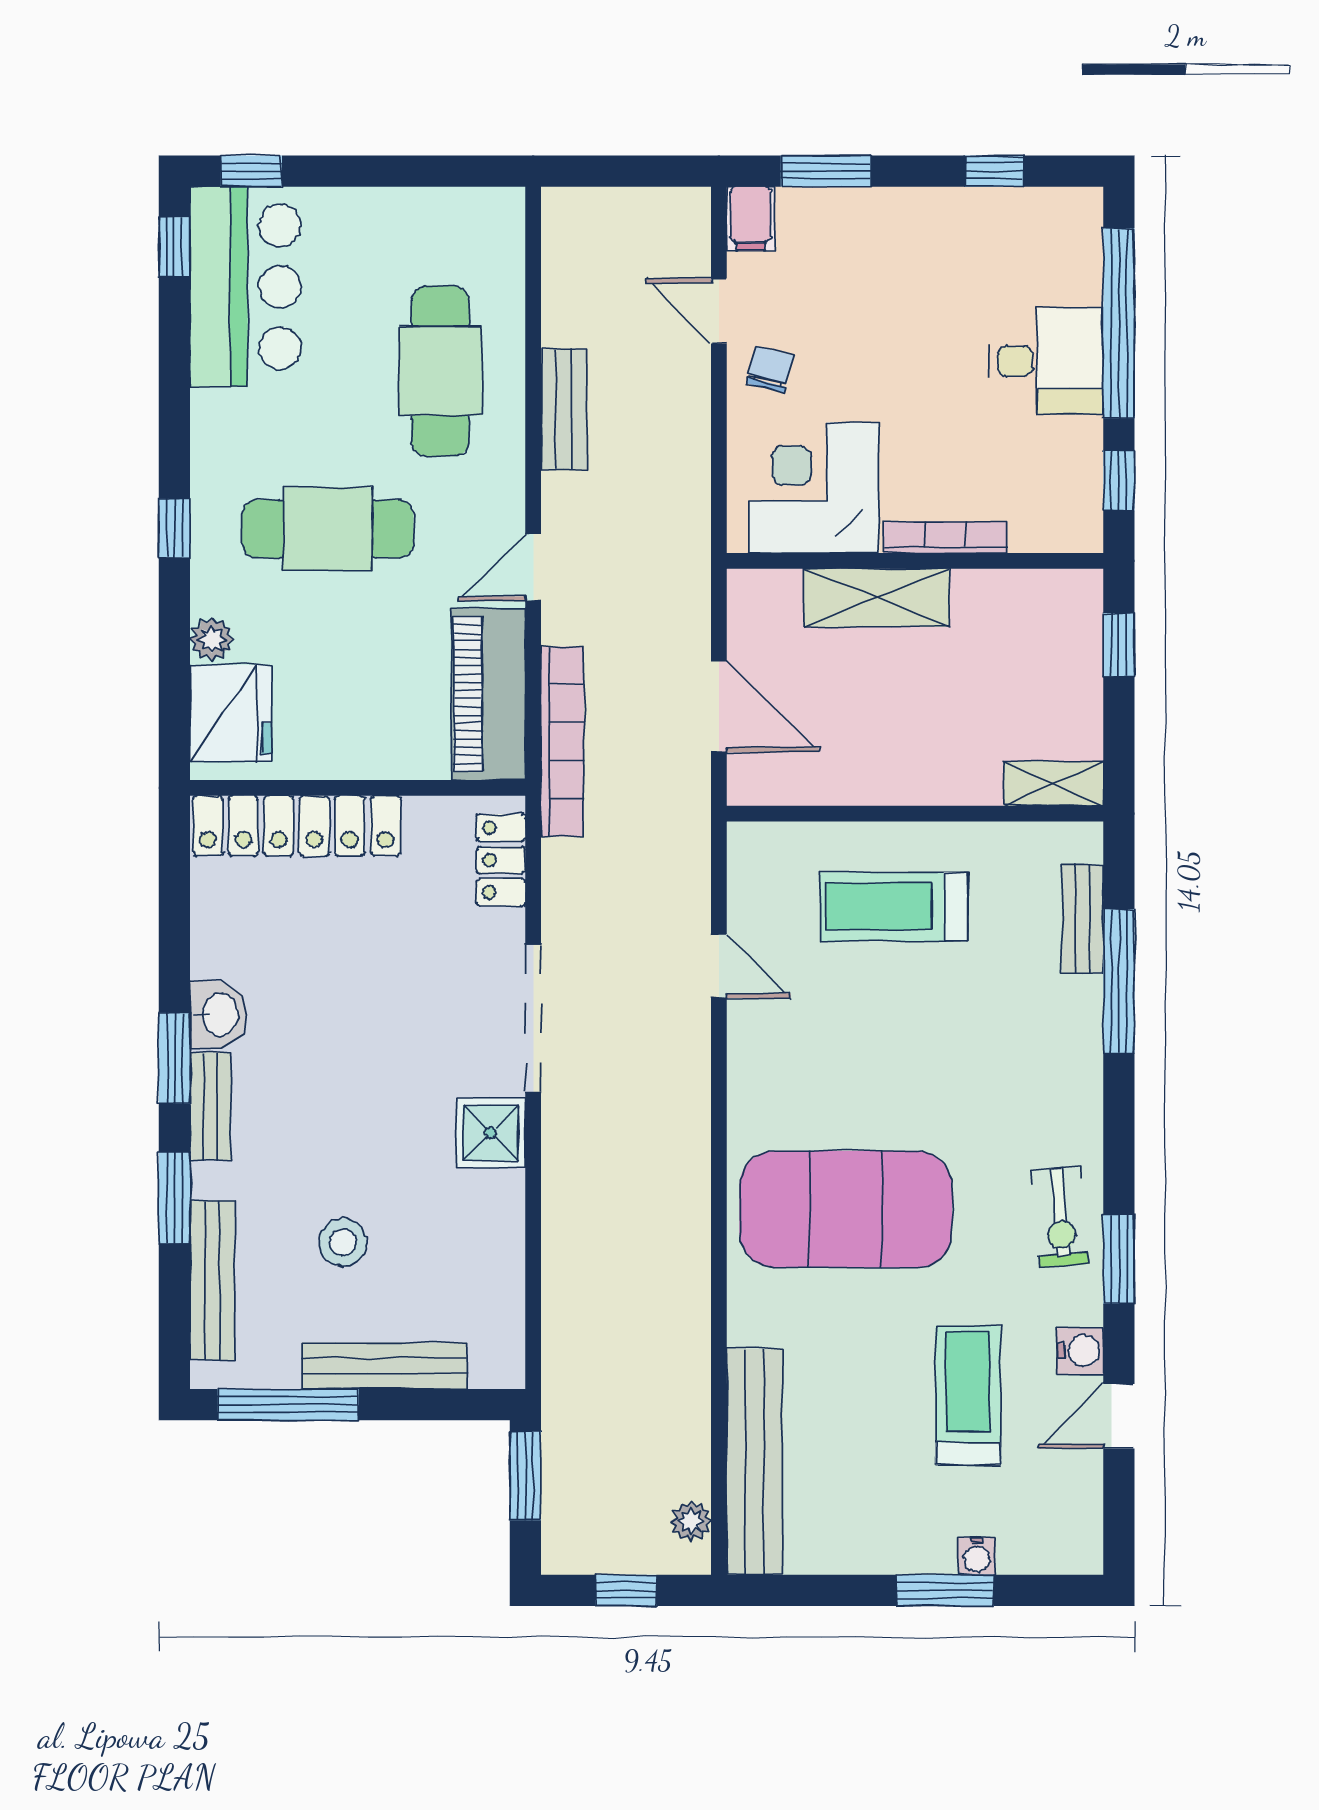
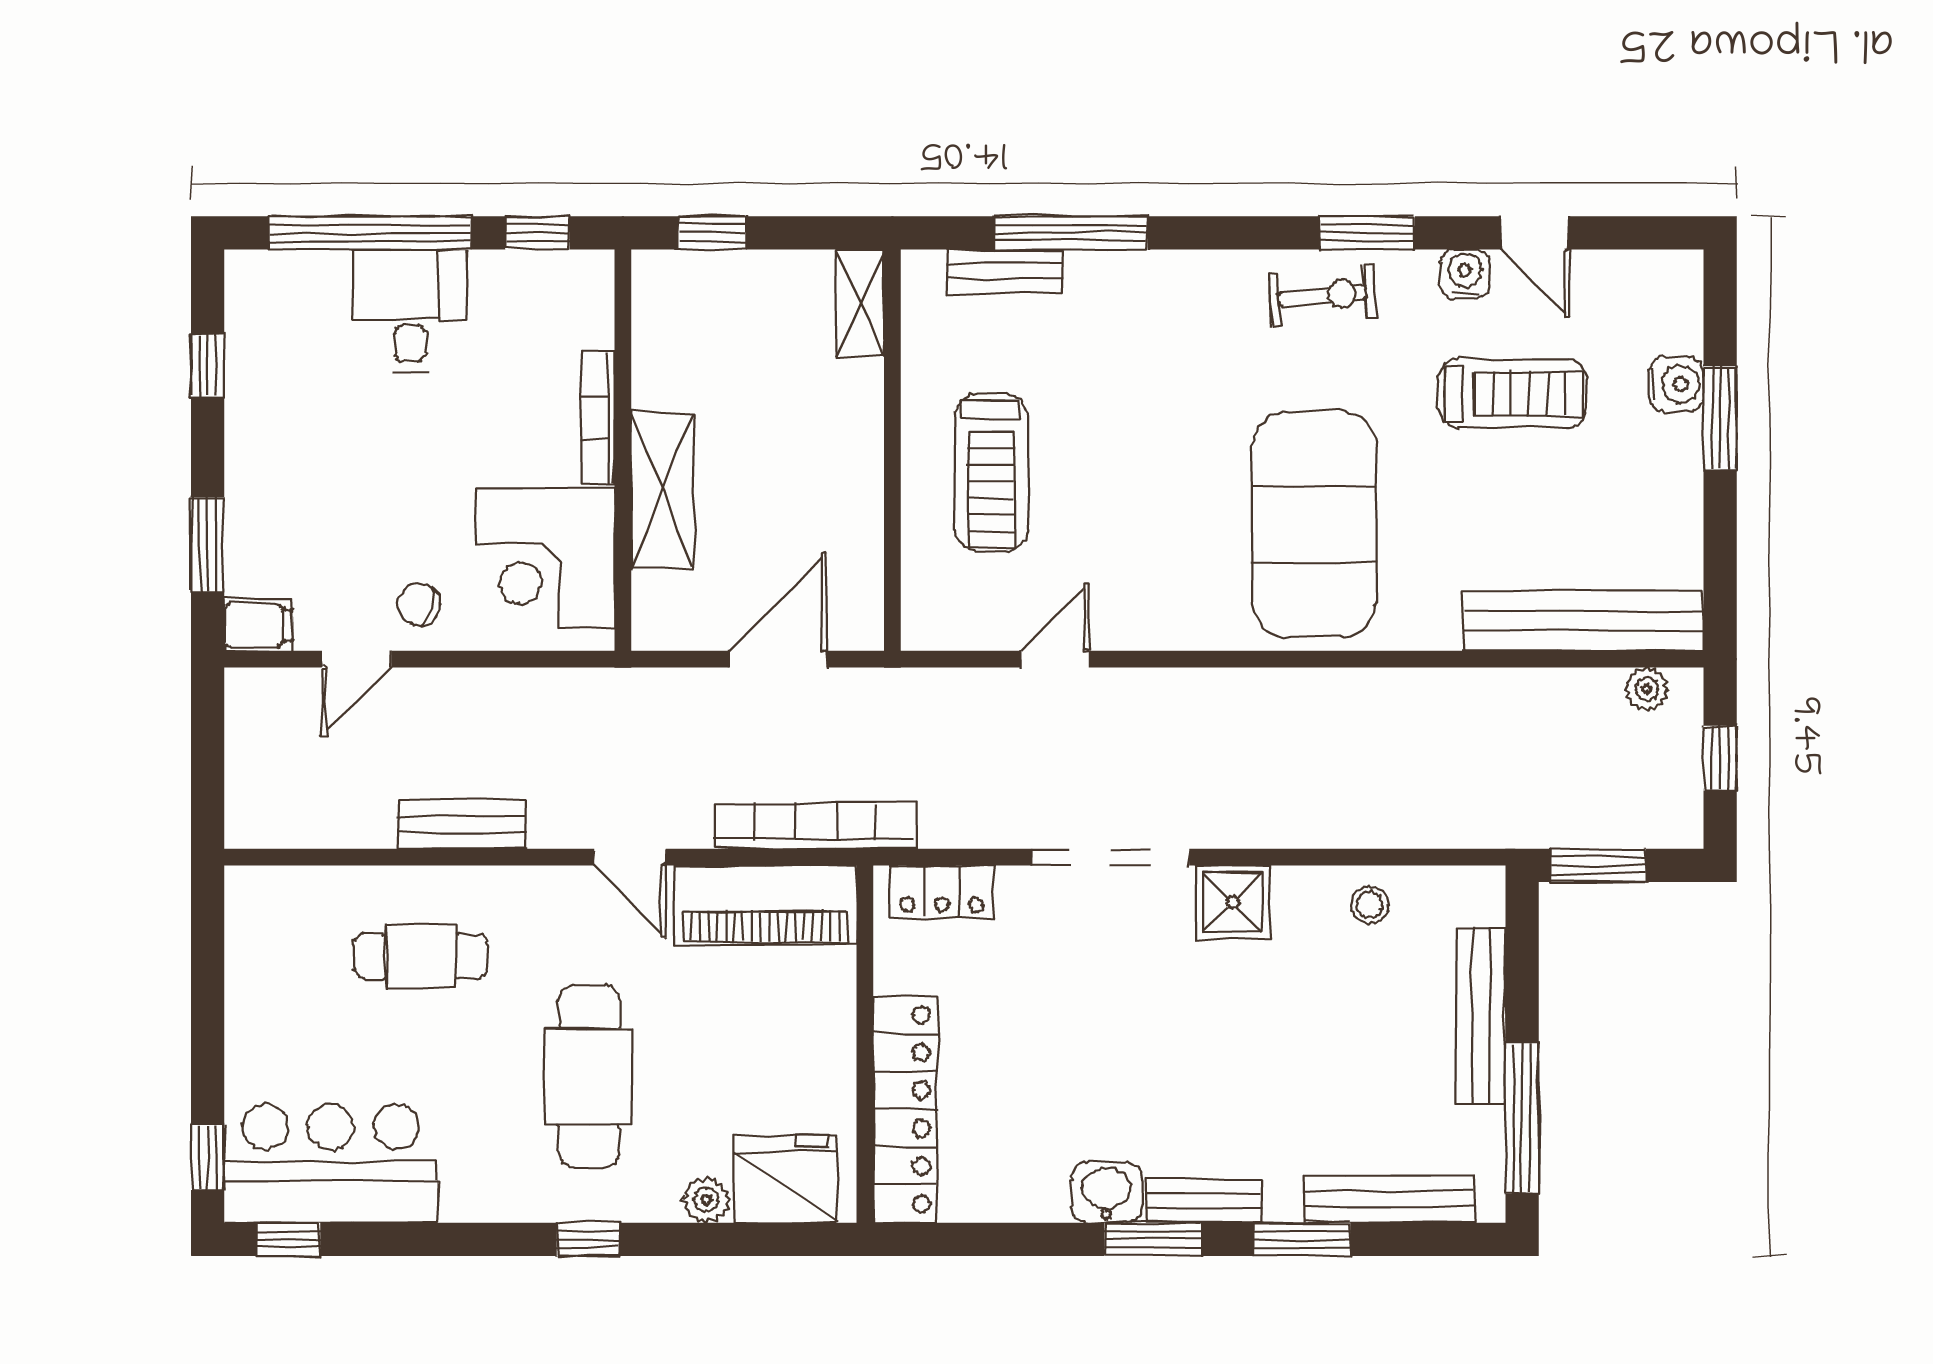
cafe table: (440, 371) -> (421, 956), width x0.73, depth x0.74
stool: (343, 1242) -> (1370, 905), moved, width x0.73, depth x0.73
treadmill: (968, 1395) -> (1513, 394), turned 180
water cooler: (977, 1556) -> (1676, 384), width x1.38, depth x1.38

